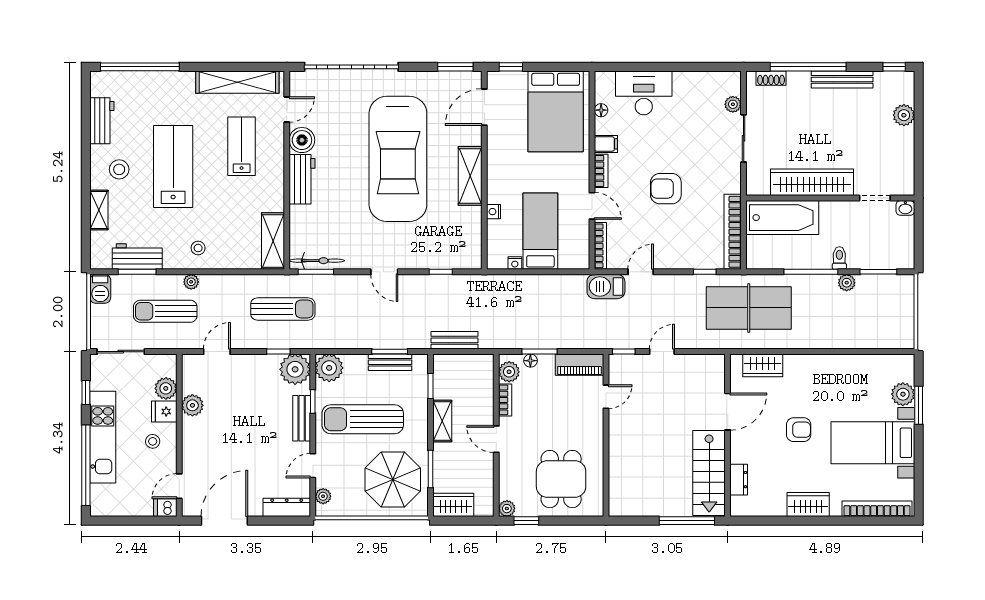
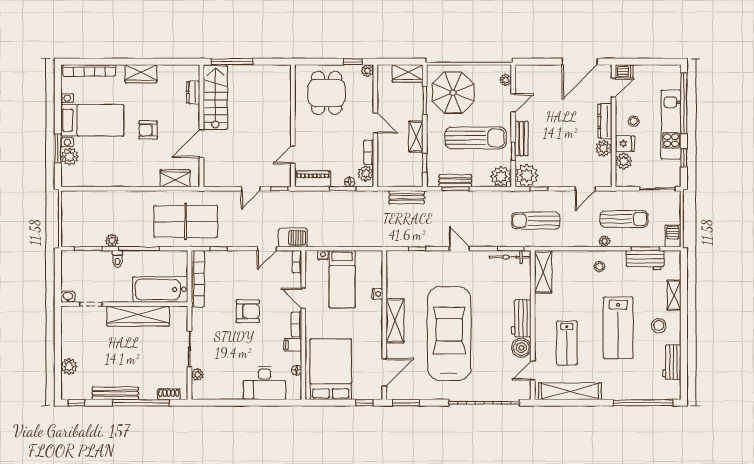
bookcase: (600, 246) -> (297, 262), width x0.64
nightstand: (515, 263) -> (323, 255), moved
dresser: (287, 507) -> (605, 121), moved, turned 90

